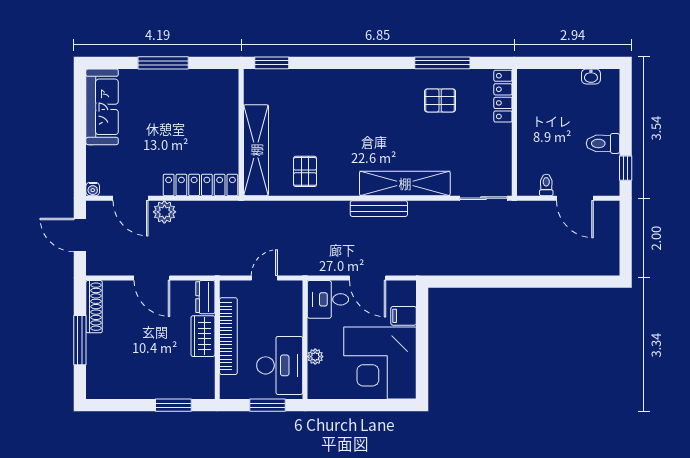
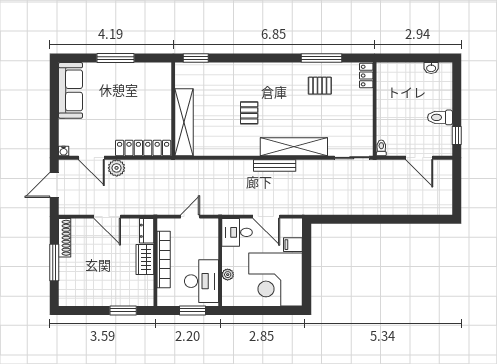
locker: (503, 96) -> (366, 76), width x0.66
pallet: (305, 171) -> (249, 113), moved
toilet: (546, 185) -> (381, 148), moved
door: (80, 235) -> (54, 185), hinge flipped

